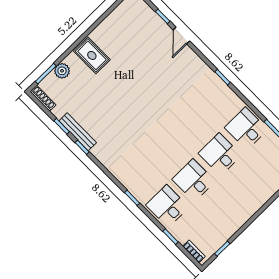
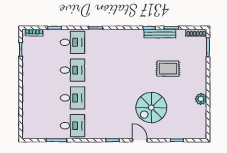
door: (181, 35) -> (140, 140), moved
rug: (92, 55) -> (168, 69), moved
plant: (62, 71) -> (201, 99), moved
spiral stairs: (156, 71) -> (151, 108), added

